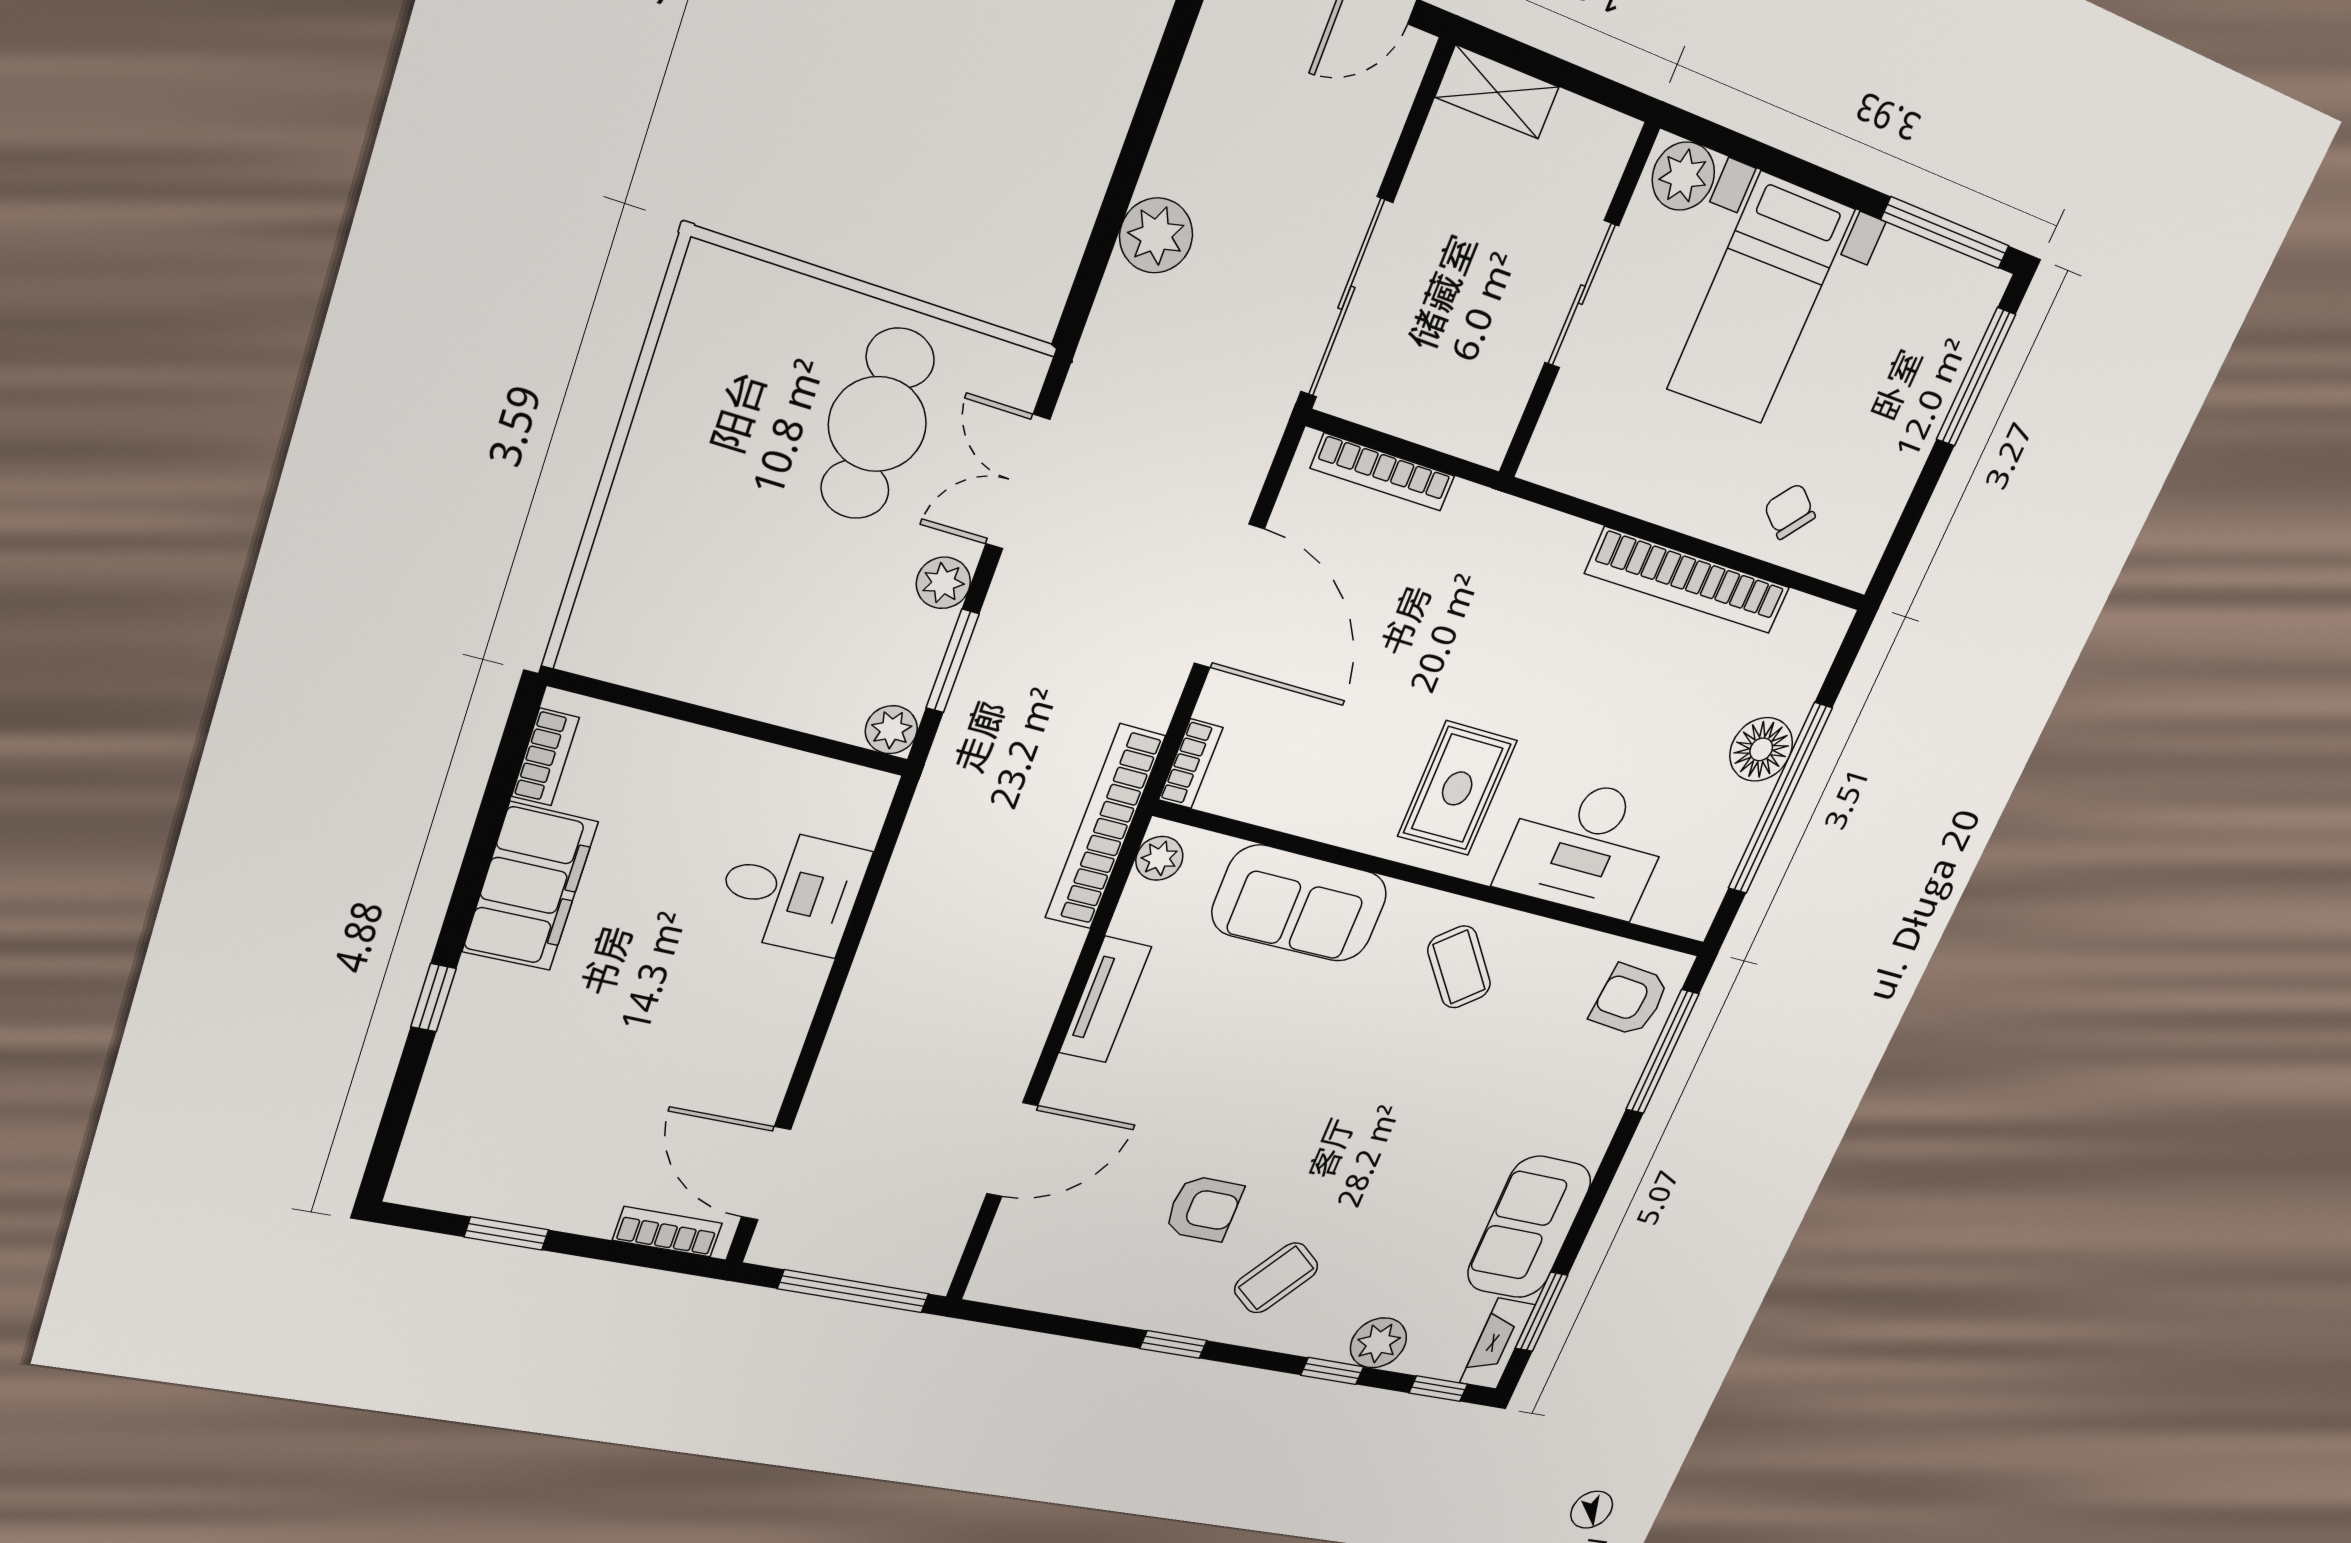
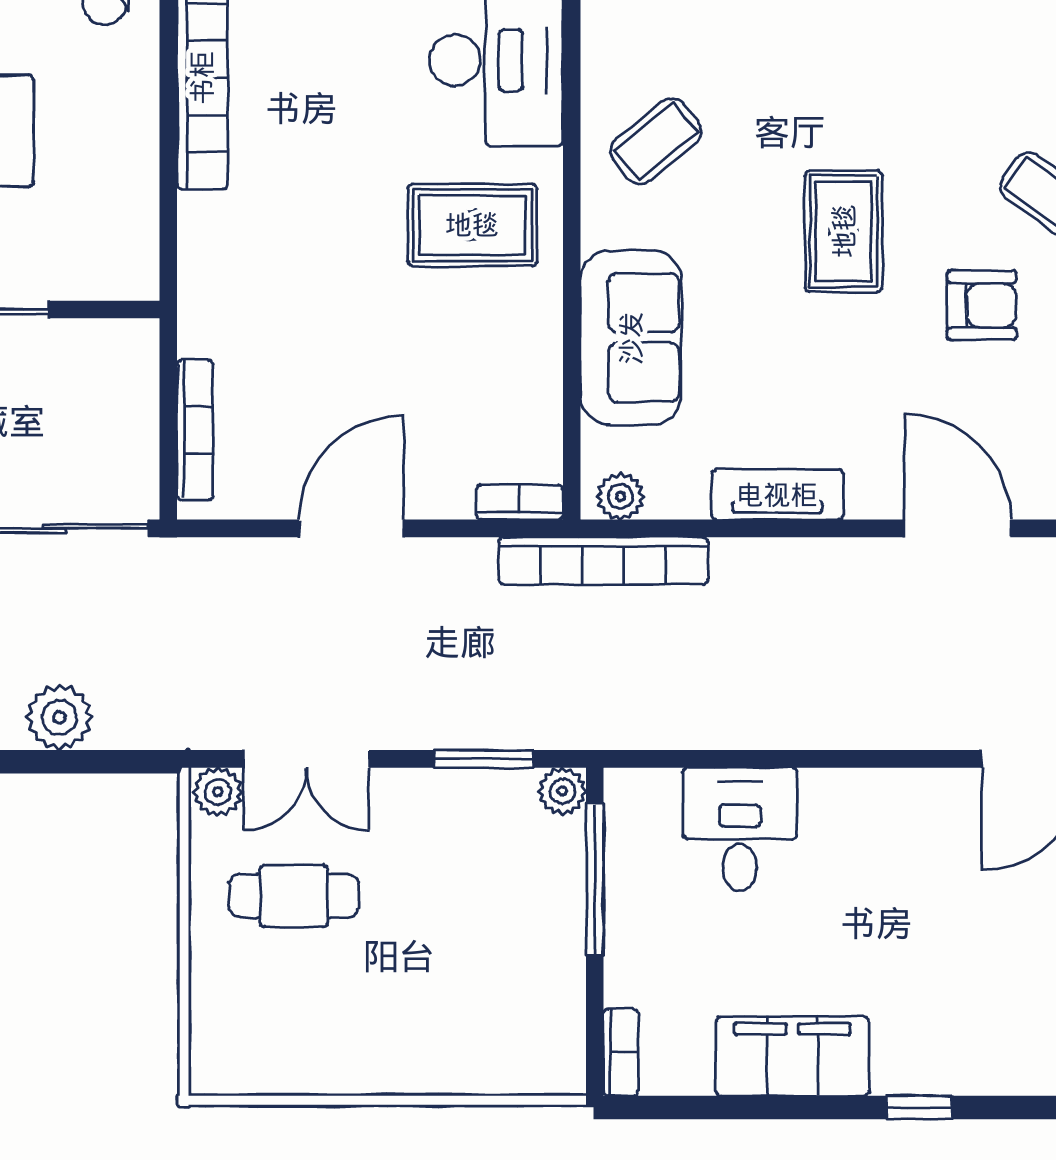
cafe table: (877, 424) -> (294, 896), width x0.73, depth x0.74
plant: (943, 583) -> (218, 792), moved
door: (1229, 596) -> (351, 528), width x0.73
window: (788, 738) -> (595, 880), added
bookcase: (545, 757) -> (621, 1052), moved, turned 90
rug: (1315, 1107) -> (844, 231), added
armchair: (1204, 1208) -> (982, 305), turned 90

